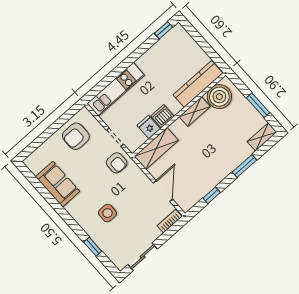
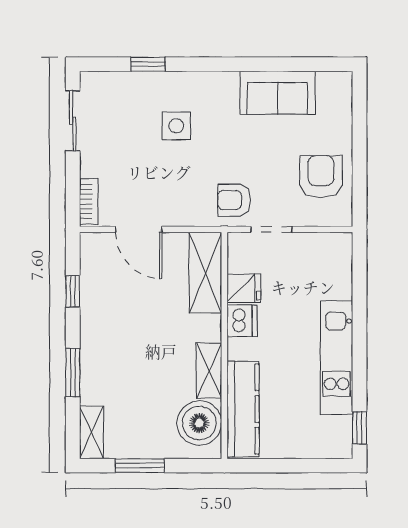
kitchen unit: (116, 89) -> (337, 358), moved

